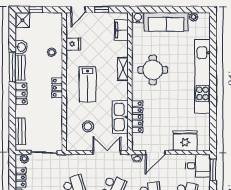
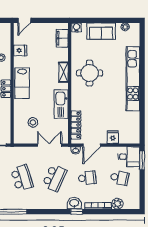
window: (102, 10) -> (45, 20), removed
sofa: (166, 22) -> (101, 31), width x0.73
lab bench: (88, 84) -> (22, 83), moved
kitchen sink: (120, 117) -> (61, 104), moved
locker: (137, 117) -> (76, 125), moved
fridge: (185, 141) -> (113, 137), width x0.53, depth x0.75

